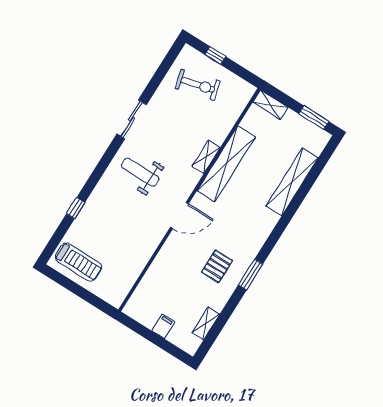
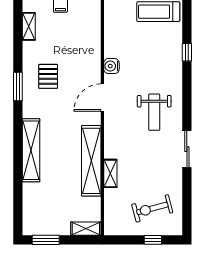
shelving: (206, 157) -> (110, 173), moved
weight bench: (140, 172) -> (154, 112), turned 90
shelving: (292, 182) -> (31, 150), moved
water cooler: (153, 239) -> (111, 66), added

